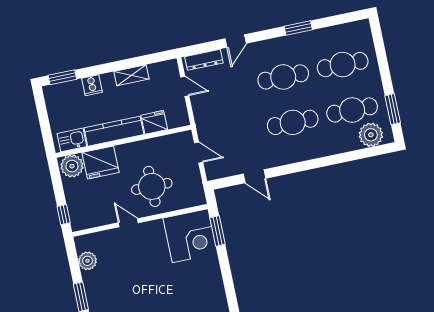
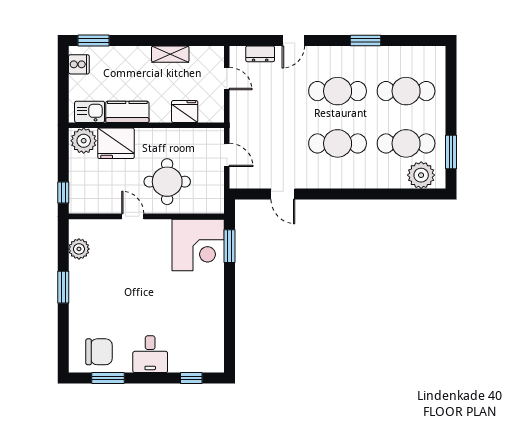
dresser: (204, 60) -> (260, 54), width x0.70
cooker: (92, 85) -> (79, 64), moved, turned -90
kitchen counter: (114, 131) -> (127, 112), width x0.67

